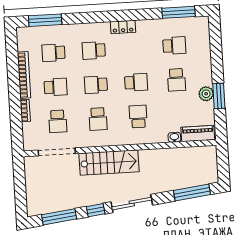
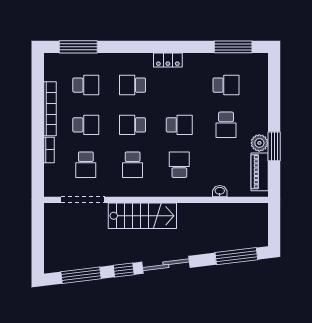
school desk: (54, 53) -> (86, 85), turned 180
piano: (198, 133) -> (260, 172), moved, turned -90

